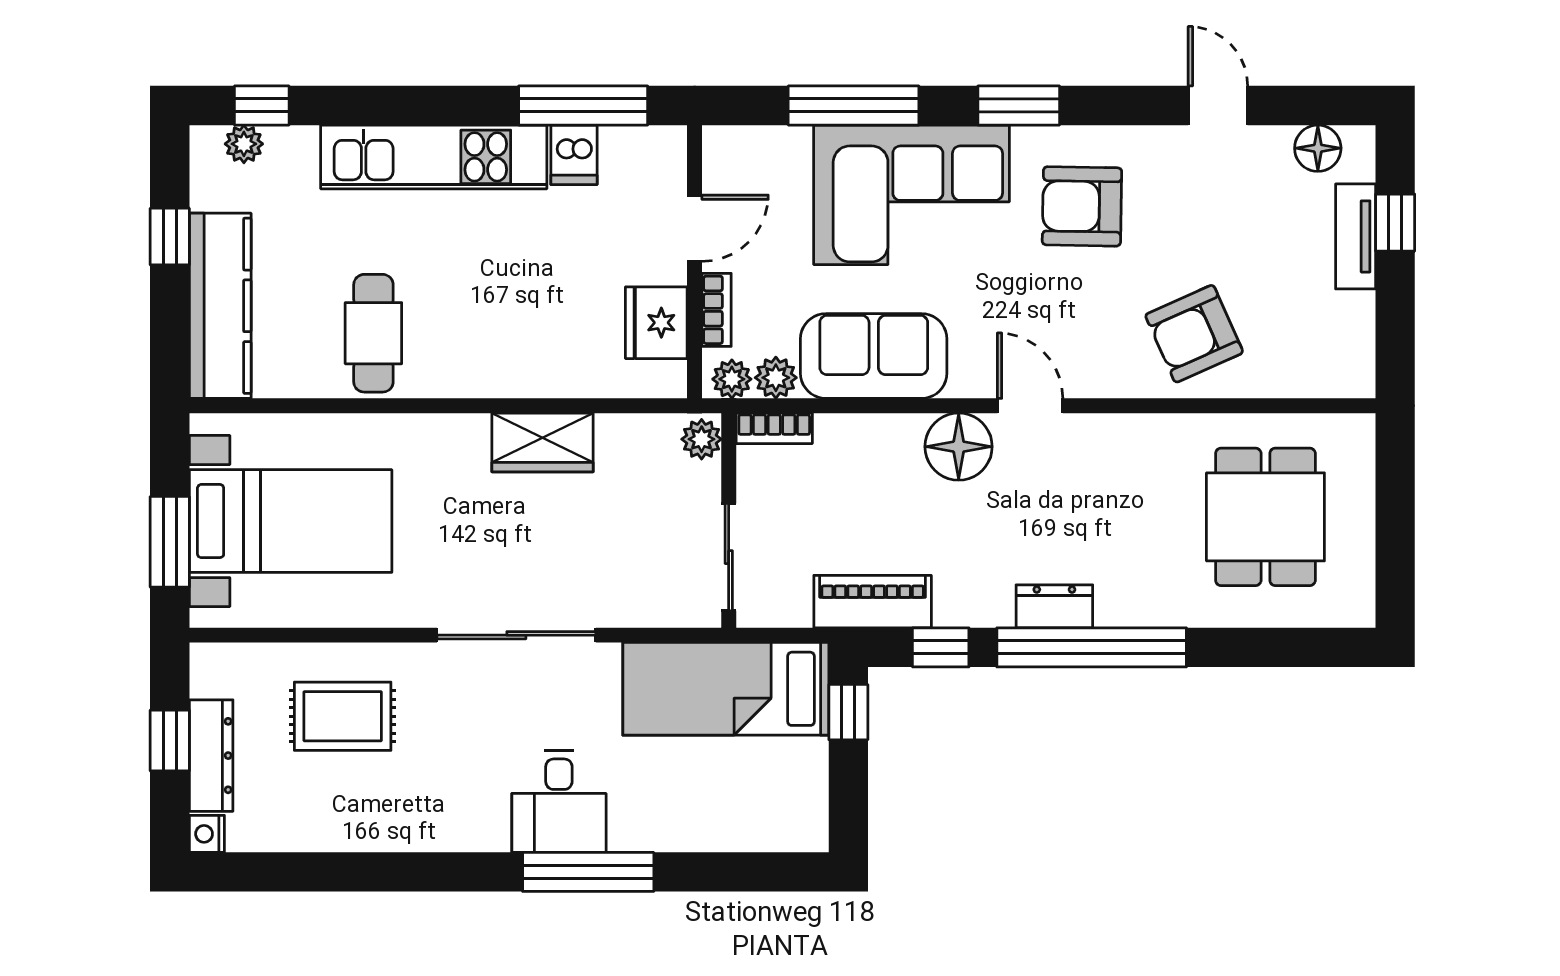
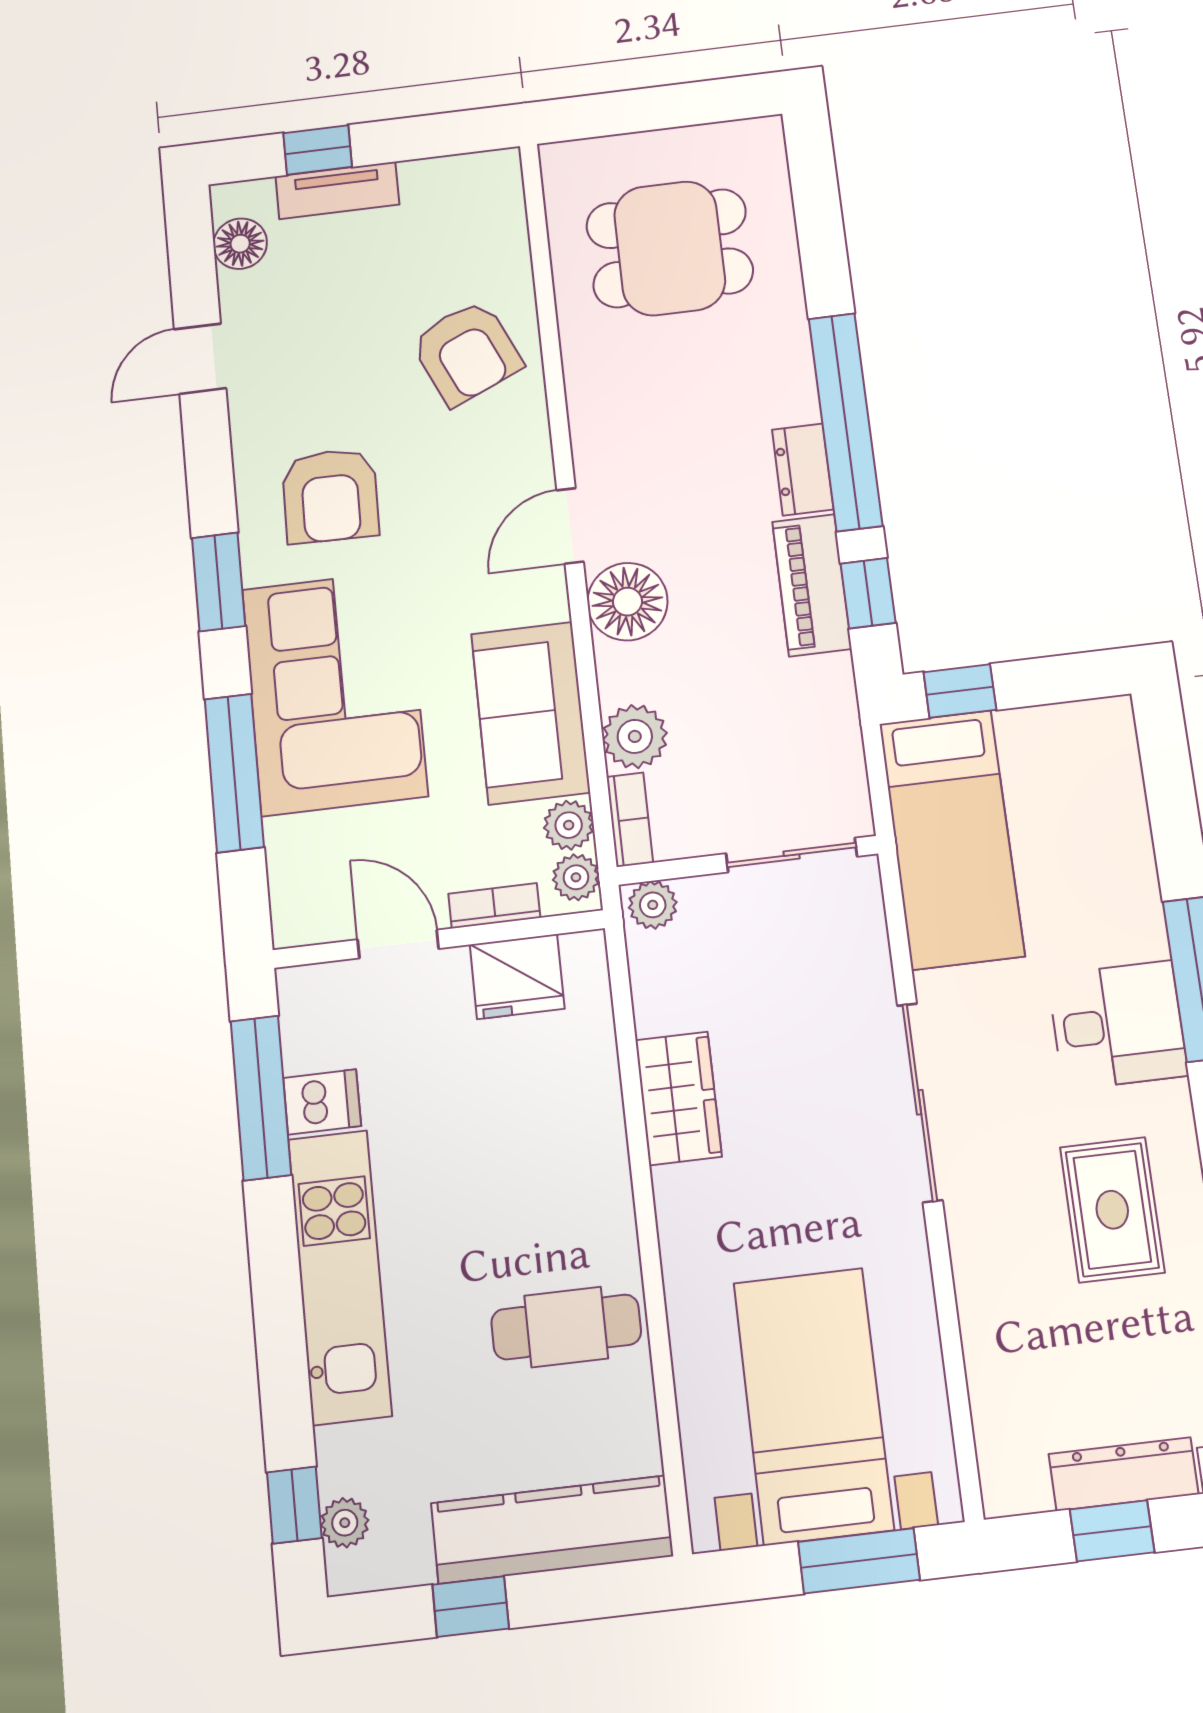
plant: (843, 440) -> (635, 736), added
piano: (873, 602) -> (812, 585), moved
rug: (343, 716) -> (1112, 1210), moved

